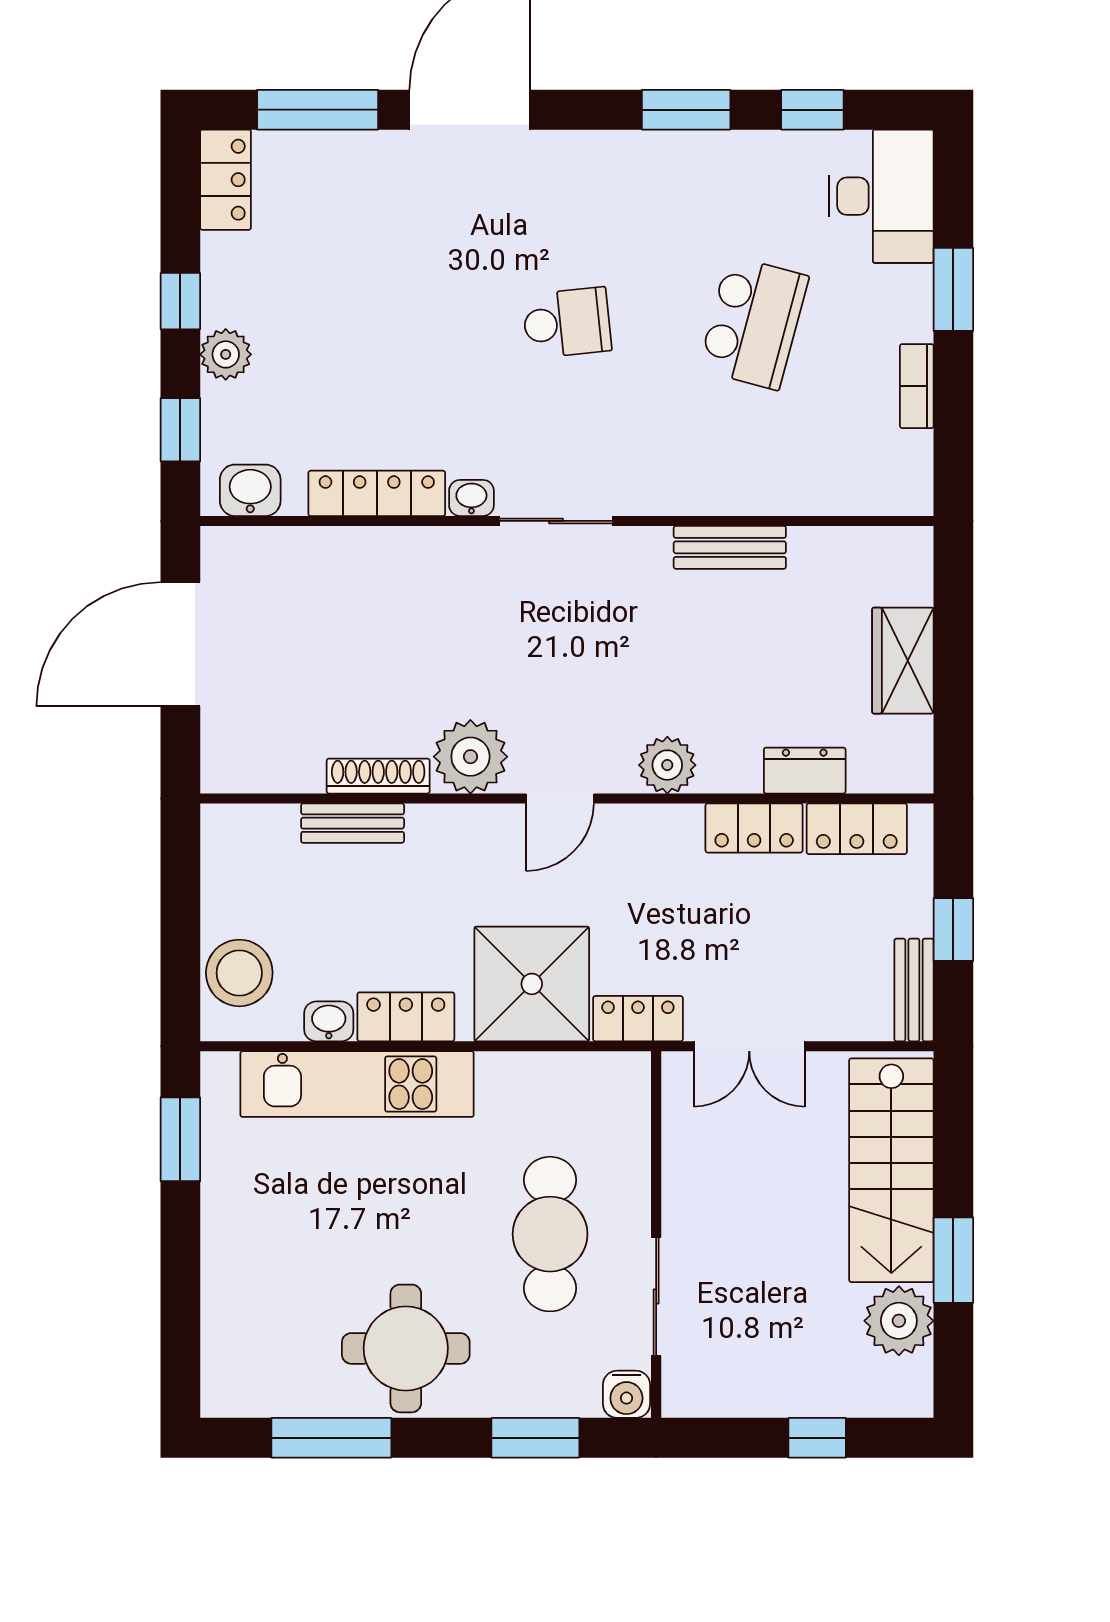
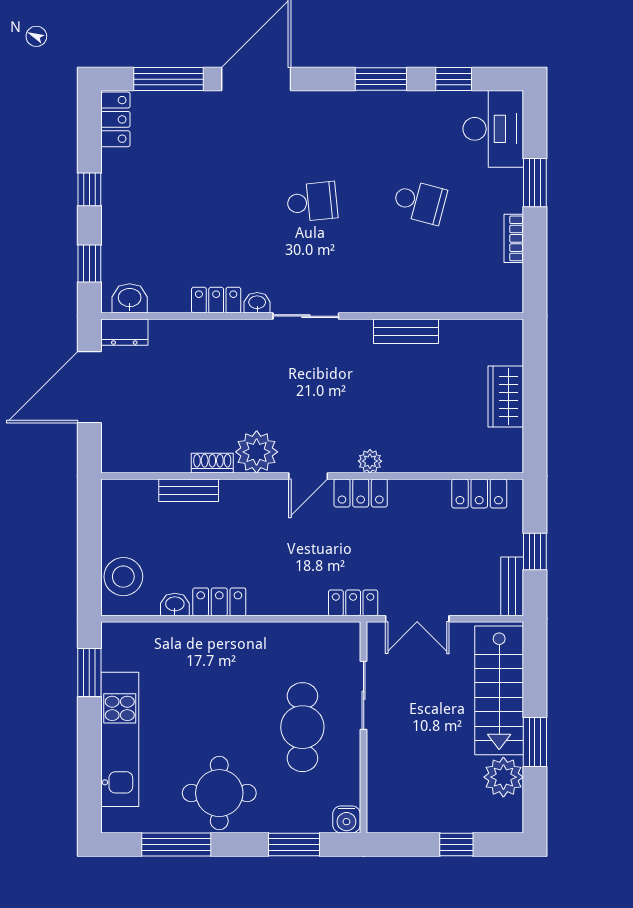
school desk: (754, 323) -> (420, 202), width x0.54
plant: (226, 354) -> (115, 220), removed
locker: (377, 493) -> (216, 300), width x0.66
plant: (667, 765) -> (370, 461), width x0.73, depth x0.73
dresser: (805, 771) -> (124, 332), moved, turned 180
shoe rack: (378, 776) -> (212, 463), width x0.70
locker: (754, 828) -> (361, 493), moved
shower: (532, 984) -> (292, 583), removed
kitchen unit: (357, 1084) -> (120, 739), moved, turned -90
sliding door: (656, 1297) -> (364, 695), moved

